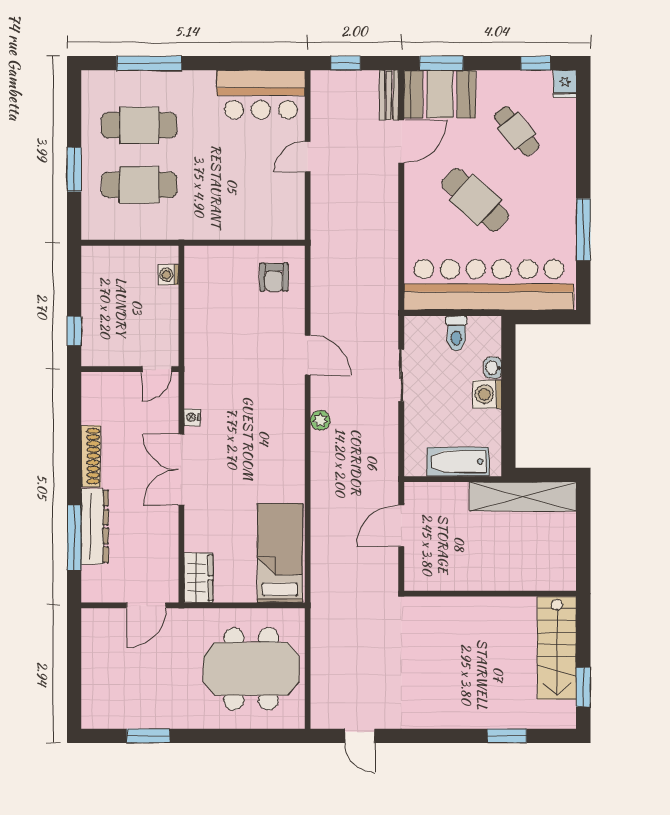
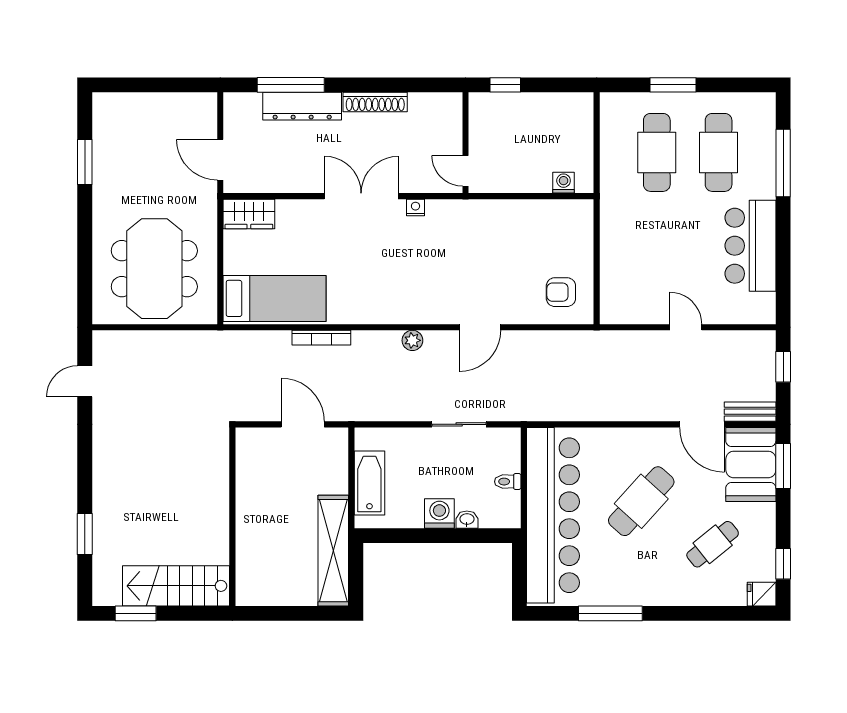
bar counter: (261, 95) -> (750, 246), moved
toilet: (456, 333) -> (508, 482), width x0.73, depth x0.72
bookcase: (318, 508) -> (321, 338), added

